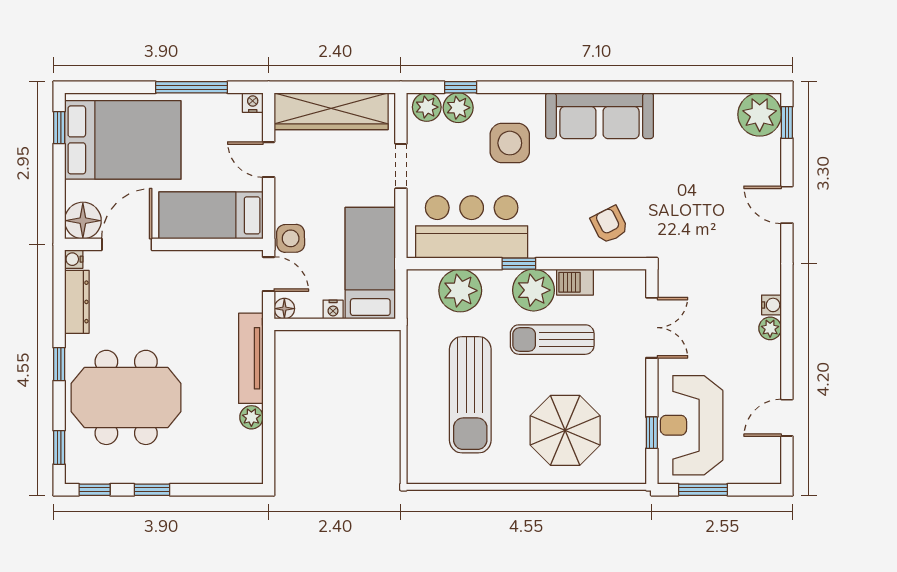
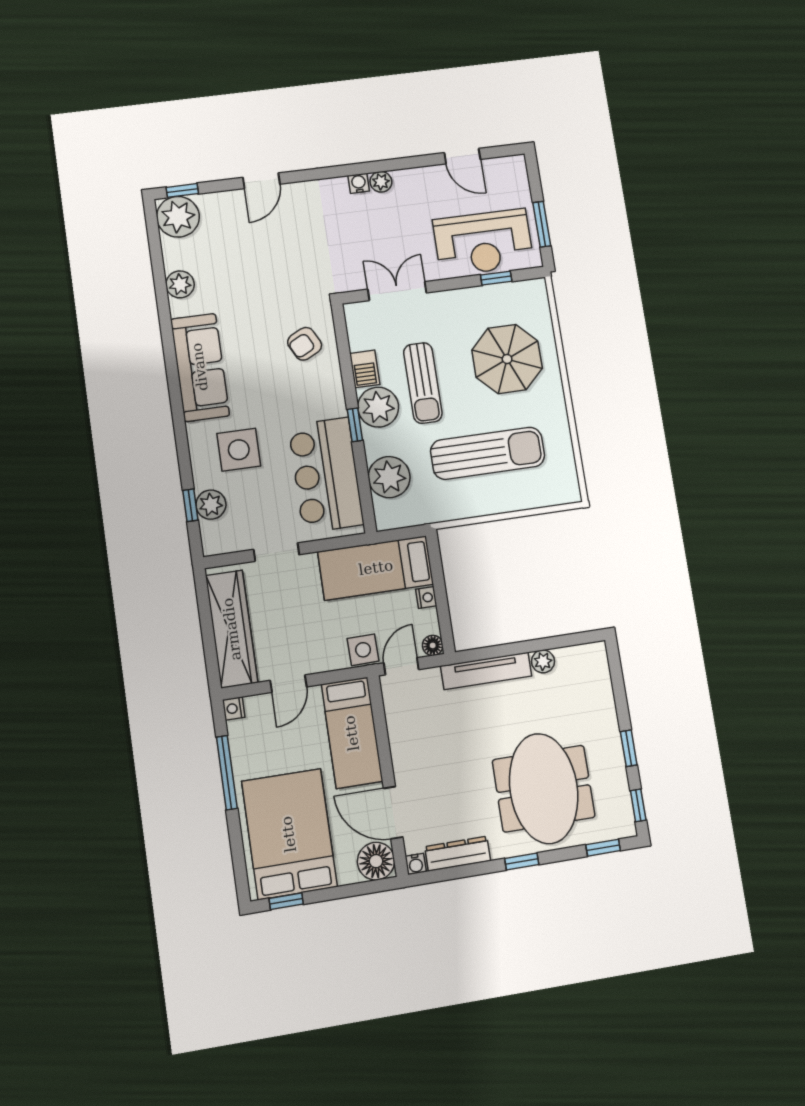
plant: (427, 107) -> (180, 284), moved

